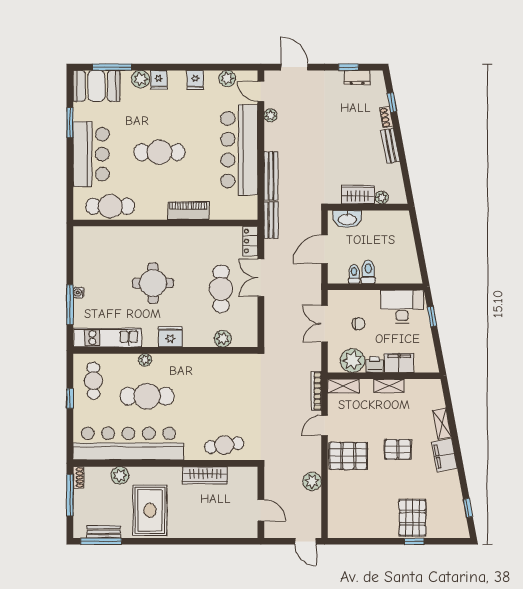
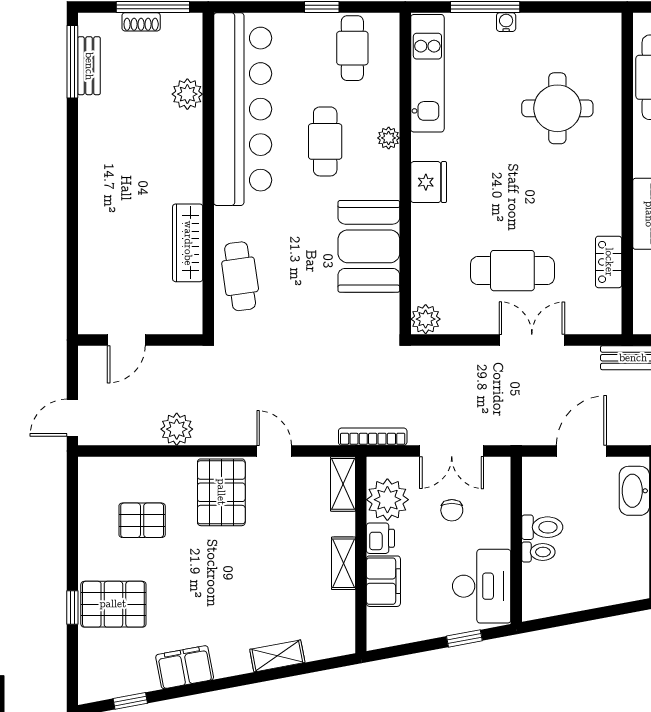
locker: (250, 241) -> (609, 262), moved, turned -90
door: (325, 249) -> (581, 451), hinge flipped
toilet: (354, 274) -> (538, 552), moved
round table: (153, 283) -> (557, 108), moved
double door: (325, 324) -> (452, 451), swing flipped
plant: (223, 339) -> (426, 319), moved
booth: (207, 371) -> (369, 246), added
cafe table: (93, 381) -> (352, 48), turned 90
bookcase: (316, 391) -> (373, 437), moved
cafe table: (147, 396) -> (325, 141), width x0.73, depth x0.74
pallet: (398, 449) -> (142, 520), moved, turned 90
filing cabinet: (444, 455) -> (185, 667), moved
shoe rack: (78, 477) -> (141, 22), moved
rug: (150, 510) -> (126, 147), removed

